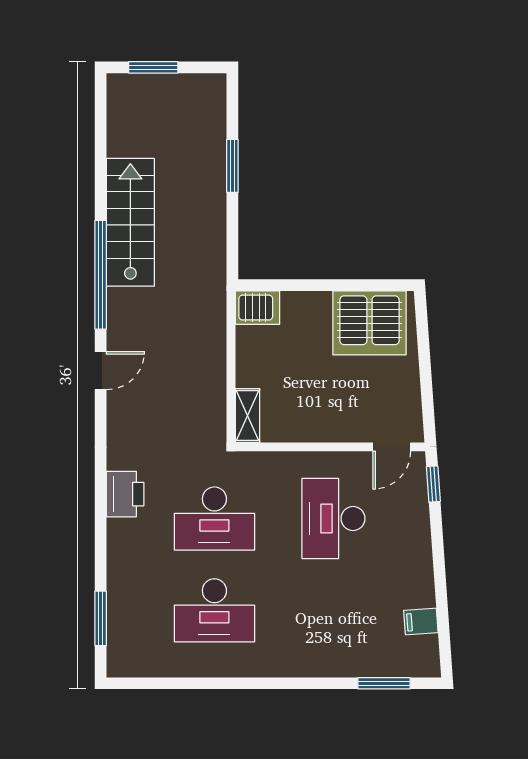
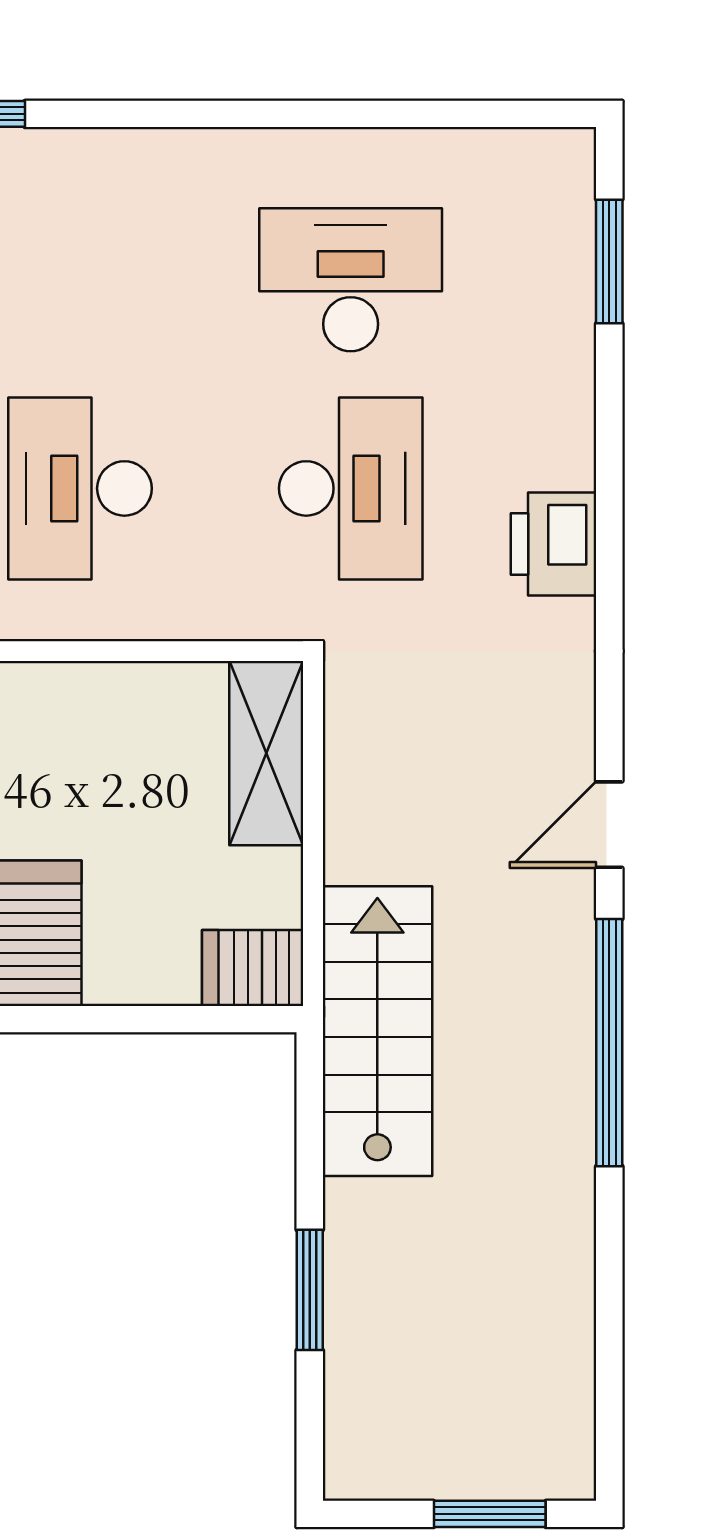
stairs: (130, 222) -> (377, 1031), moved, turned 180
shelving: (247, 416) -> (266, 753), width x1.50, depth x1.33
desk: (214, 518) -> (351, 488), turned 90
desk: (333, 518) -> (80, 488), turned 180

